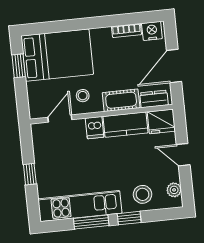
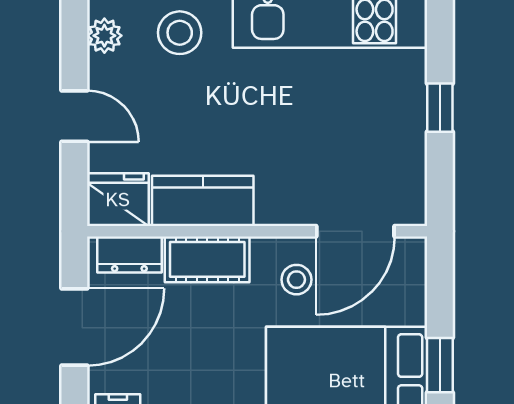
door: (60, 118) -> (355, 231), width x1.38
dishwasher: (95, 128) -> (276, 201), removed

